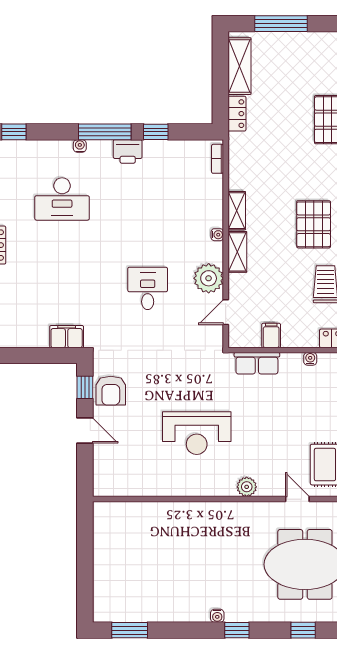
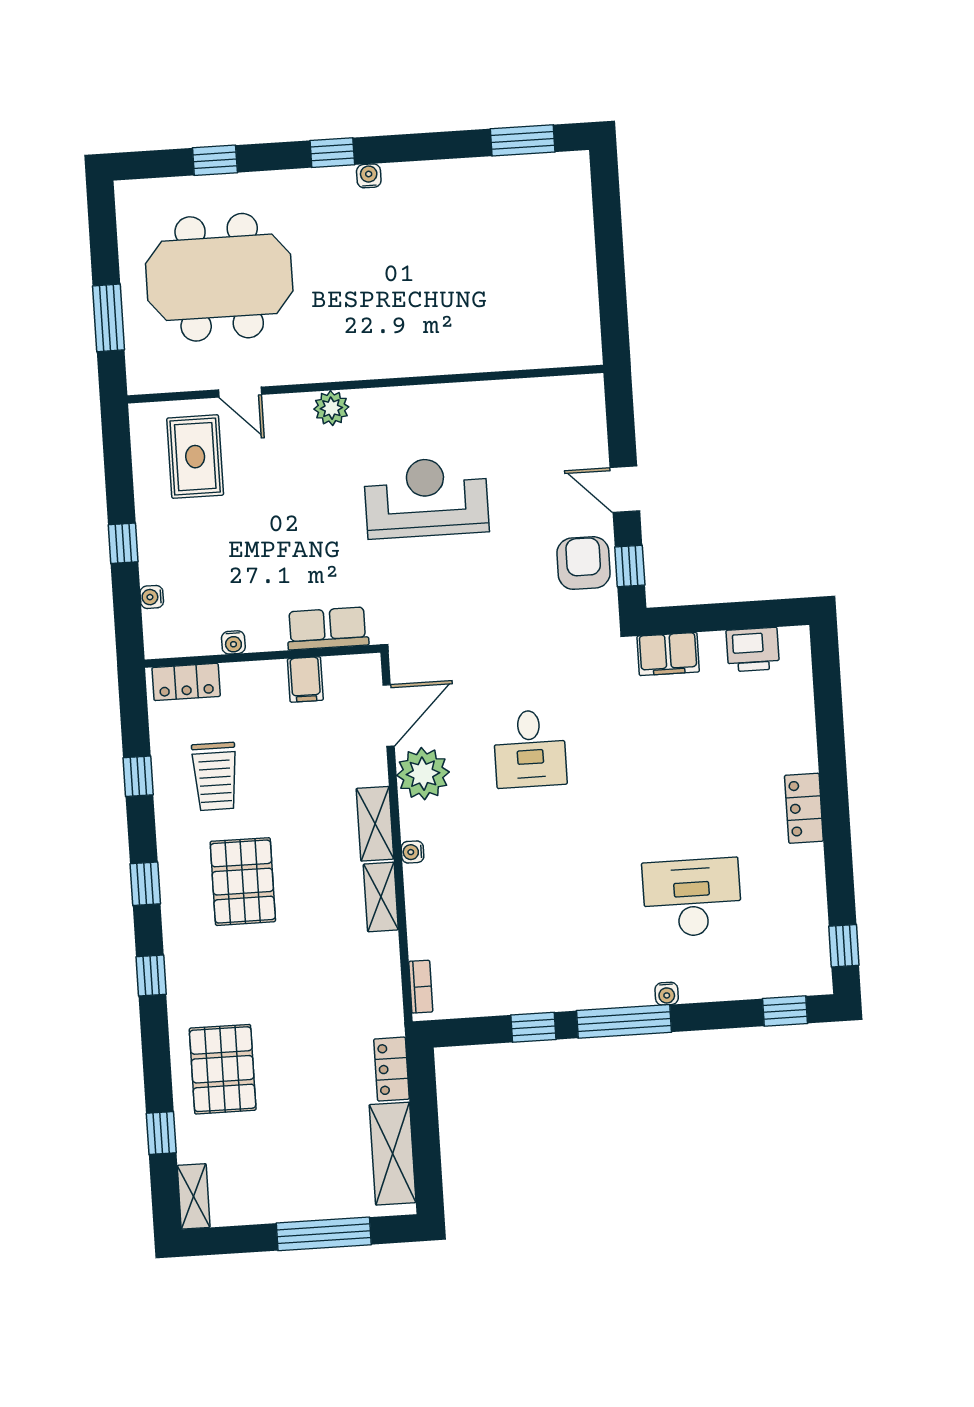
printer: (128, 151) -> (753, 650), moved, turned 180
door: (226, 312) -> (389, 716), width x1.38

